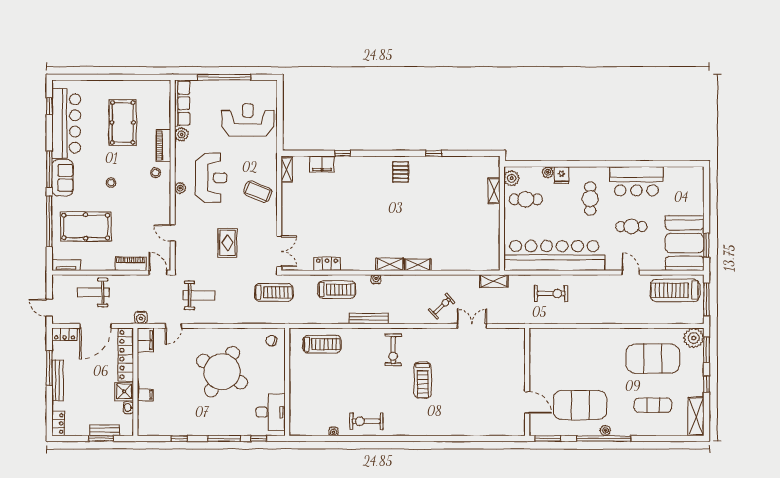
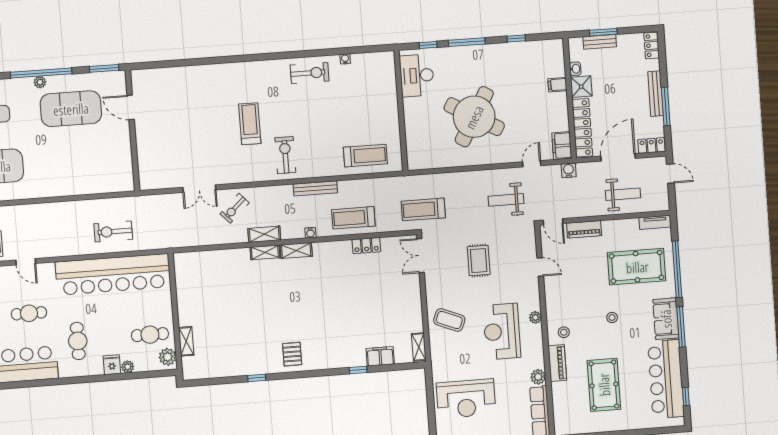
shelving: (494, 281) -> (264, 234), moved
chair: (271, 341) -> (422, 155), removed
treadmill: (322, 344) -> (365, 156), turned 180

